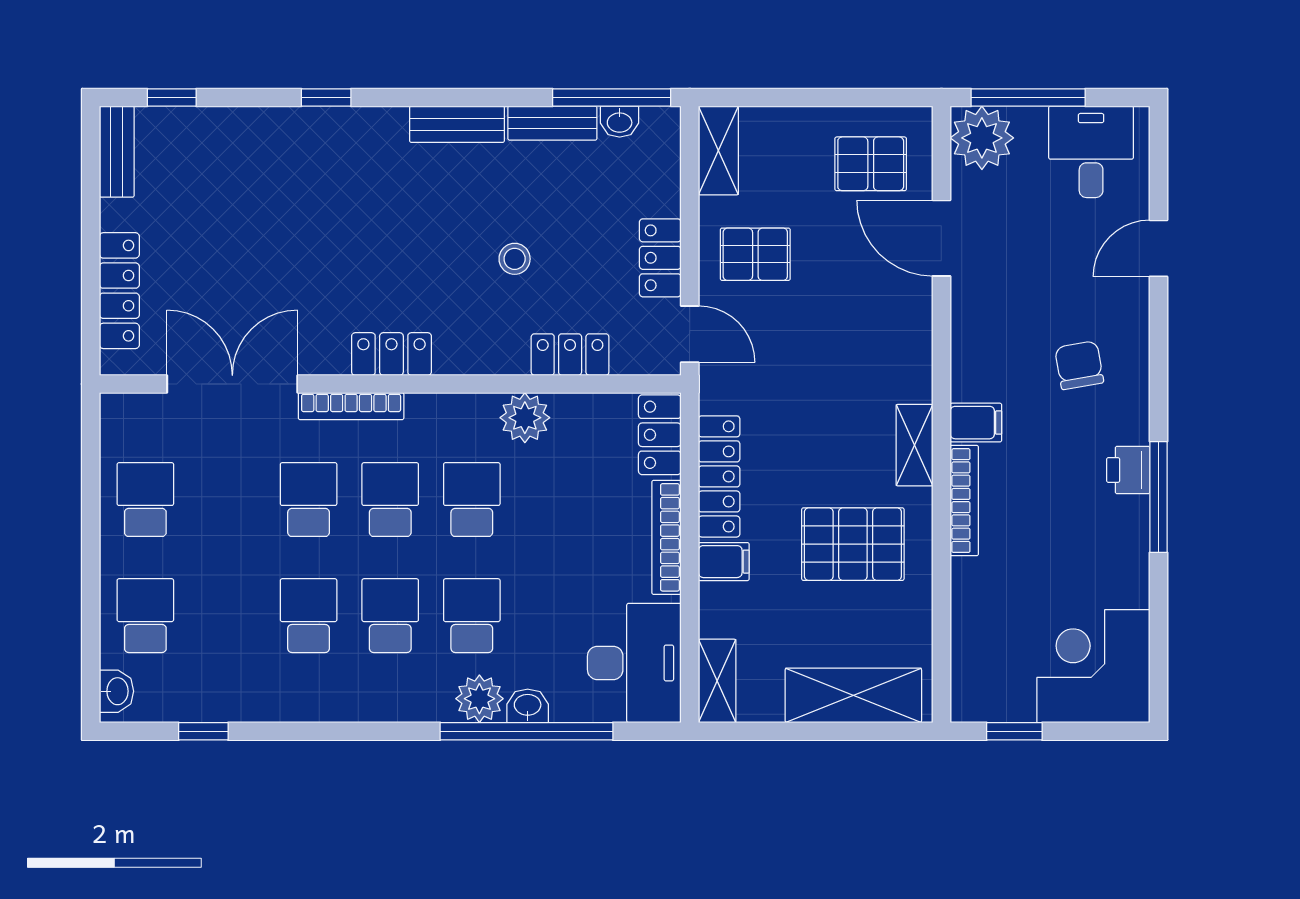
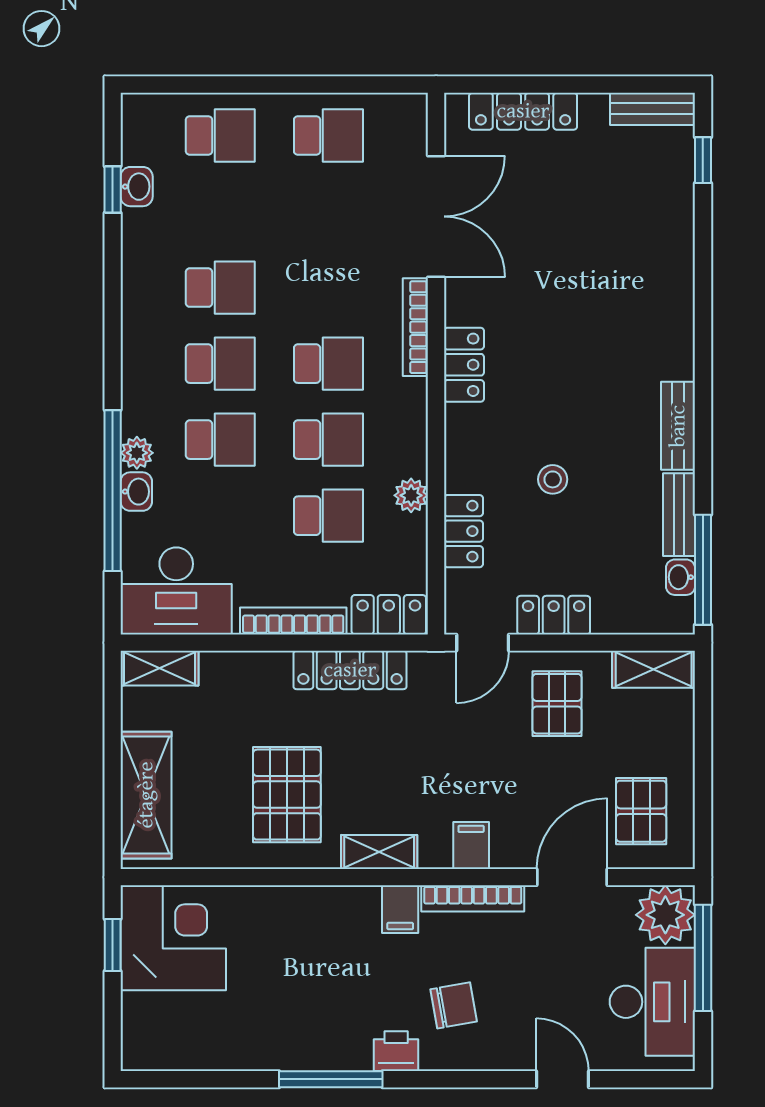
window: (326, 97) -> (703, 304), removed
desk: (1091, 152) -> (652, 1002), width x1.37
plant: (525, 418) -> (411, 495), width x0.73, depth x0.73
printer: (1128, 470) -> (396, 1051), moved
school desk: (309, 500) -> (328, 516), moved
bookcase: (964, 501) -> (473, 898), moved
filing cabinet: (724, 562) -> (471, 845), moved, turned 180
corner desk: (1093, 666) -> (173, 938), moved
washbasin: (116, 691) -> (137, 187), moved, turned -90
plant: (479, 699) -> (137, 453), width x0.73, depth x0.73

